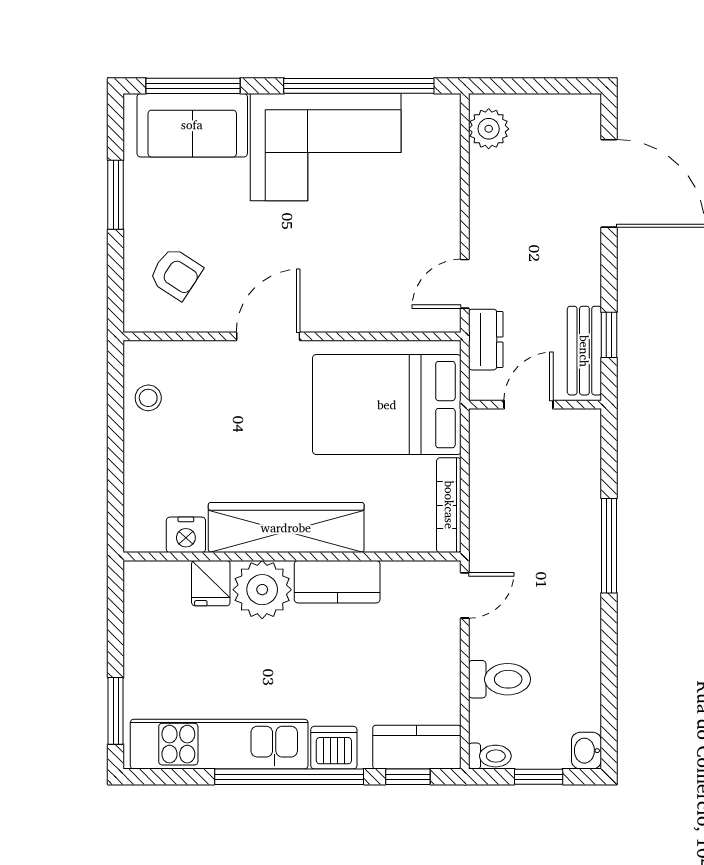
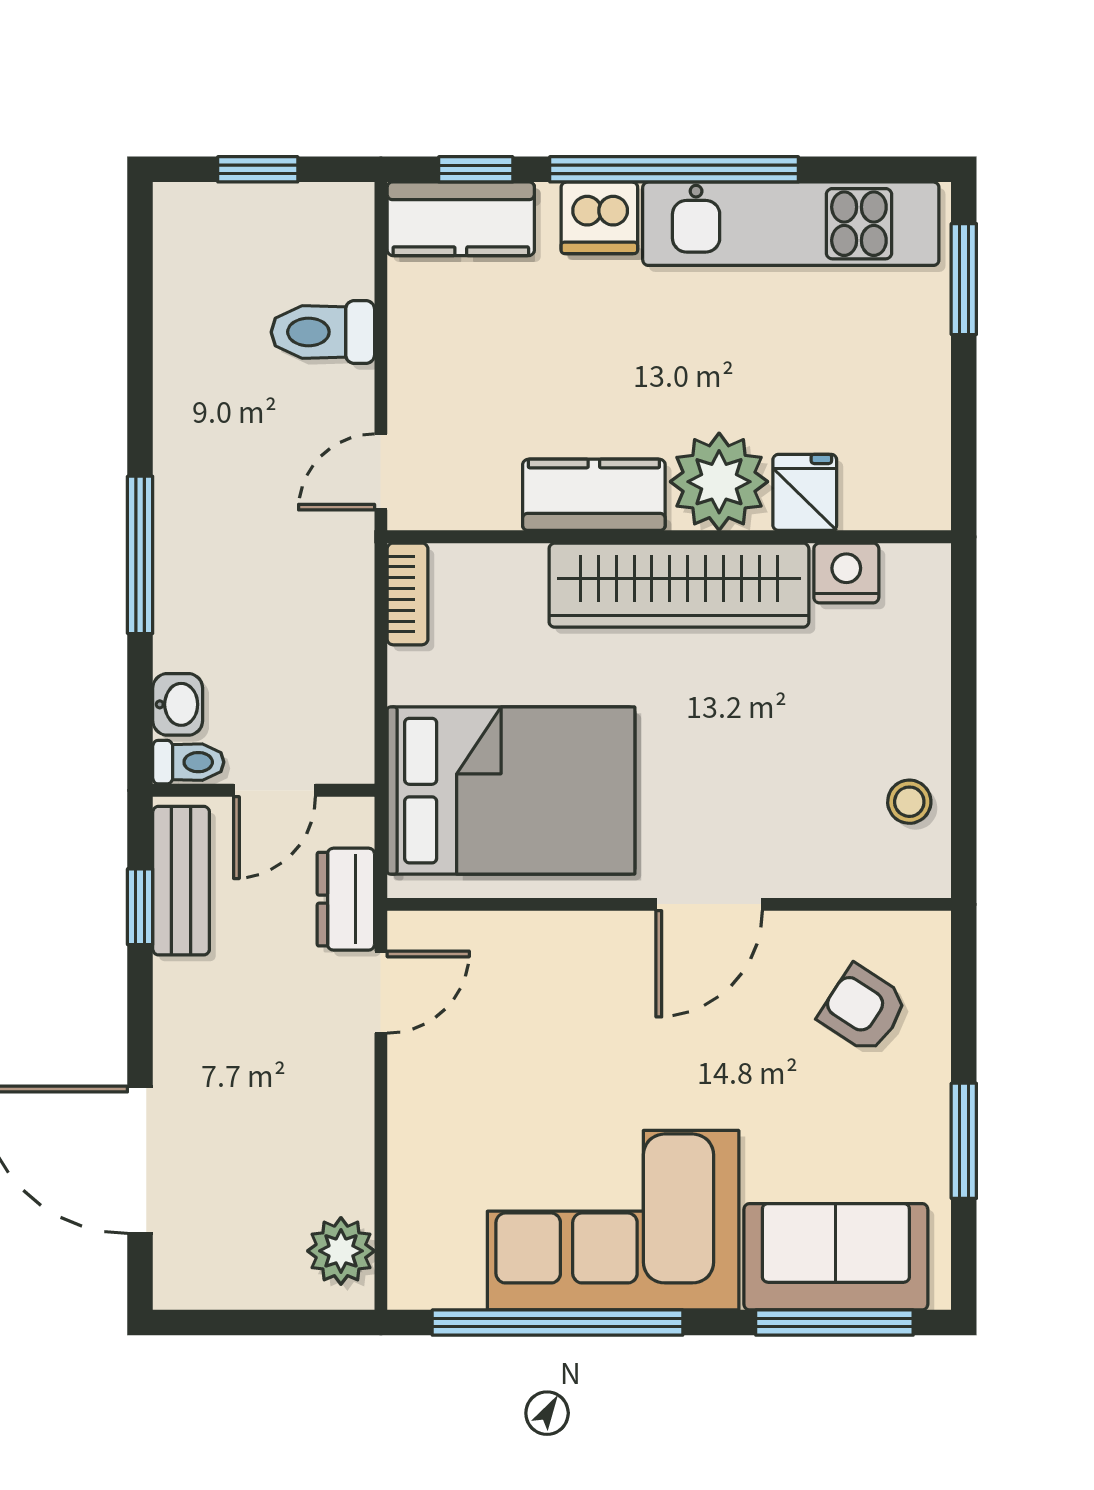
bookcase: (449, 505) -> (408, 594), width x0.64
washbasin: (586, 751) -> (178, 704), moved
toilet: (490, 756) -> (188, 762), moved, turned 180

